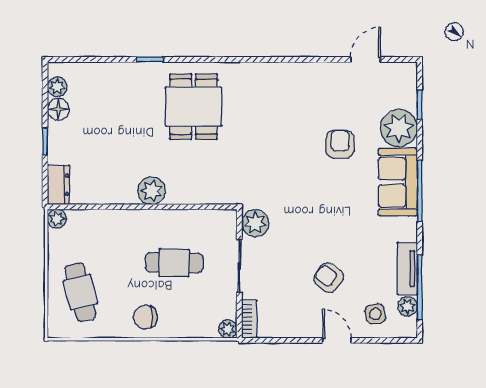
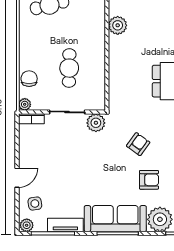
sofa: (398, 182) -> (115, 219), width x1.36
plant: (152, 191) -> (118, 25), moved
armchair: (329, 278) -> (138, 144), moved
plant: (408, 306) -> (27, 225), moved
chair: (145, 317) -> (29, 79), moved

